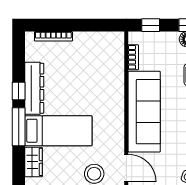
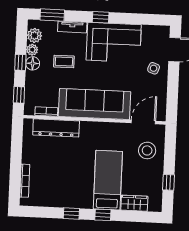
dresser: (34, 88) -> (56, 128), moved, turned 180
window: (19, 127) -> (103, 215), width x0.46

